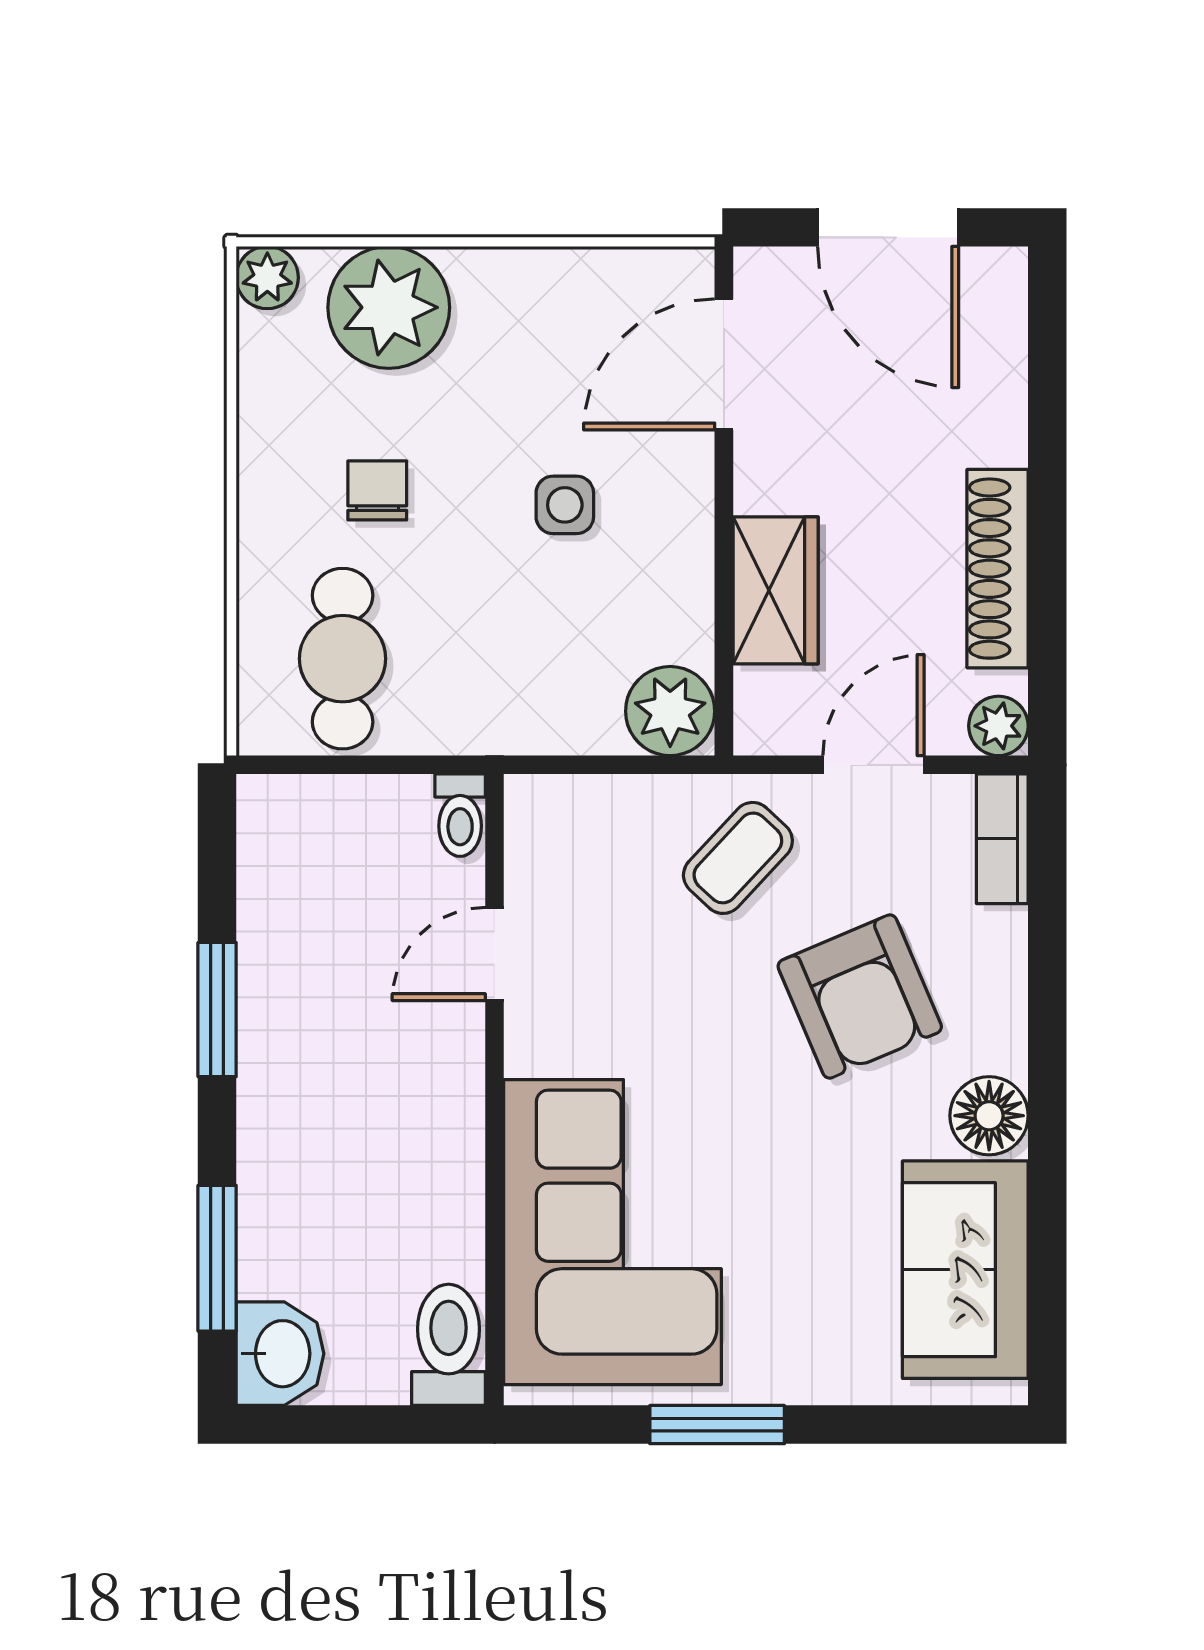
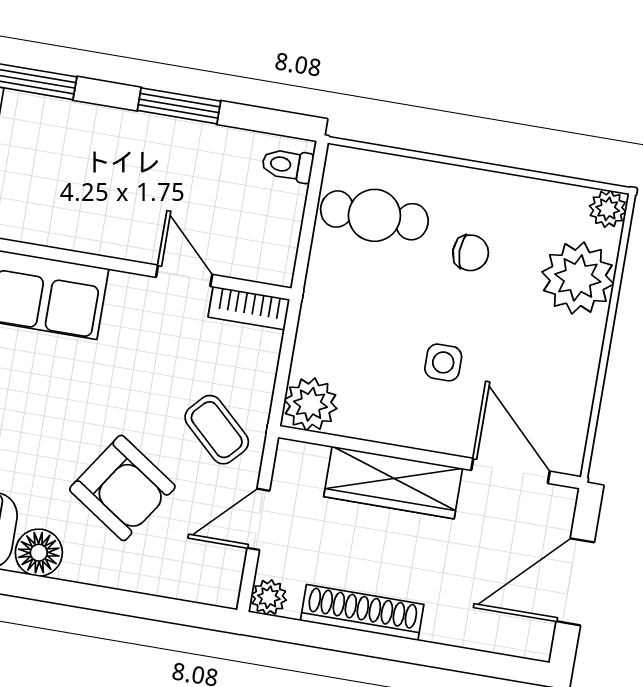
wardrobe: (776, 590) -> (393, 483), width x1.50
door: (874, 765) -> (258, 519), swing flipped
toilet: (460, 815) -> (287, 165), moved
bookcase: (1002, 839) -> (249, 308), moved, turned 180
armchair: (860, 996) -> (122, 488), turned -123

